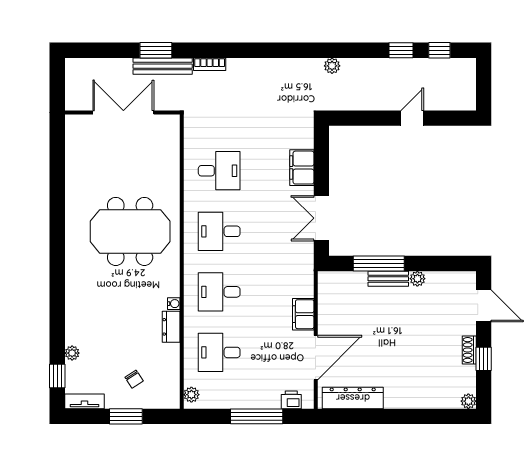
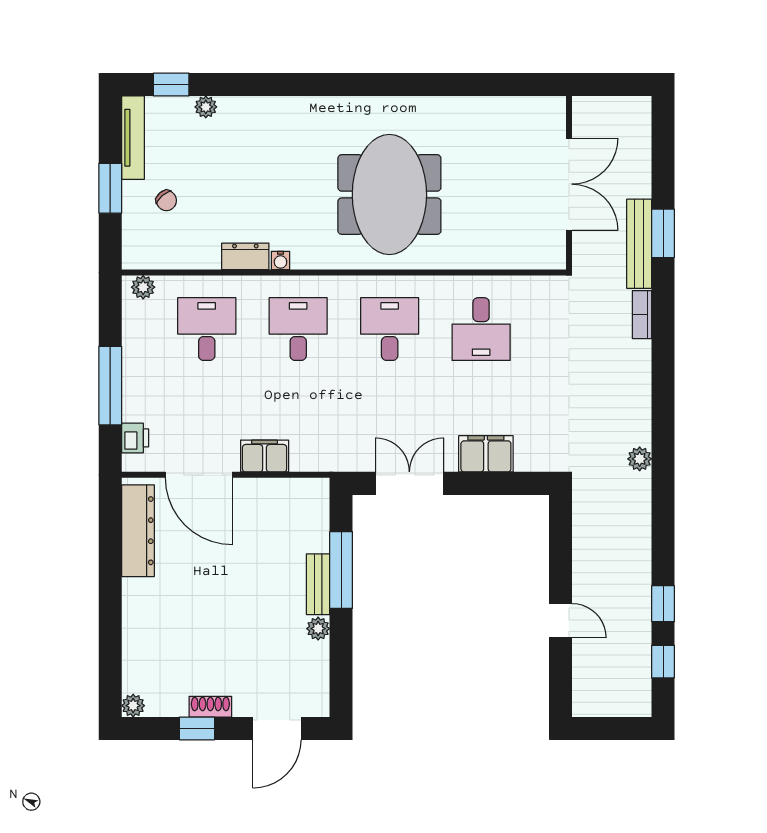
plant: (332, 66) -> (640, 459), moved
chair: (134, 379) -> (166, 200), turned -98
tv unit: (84, 401) -> (133, 138), width x1.41

